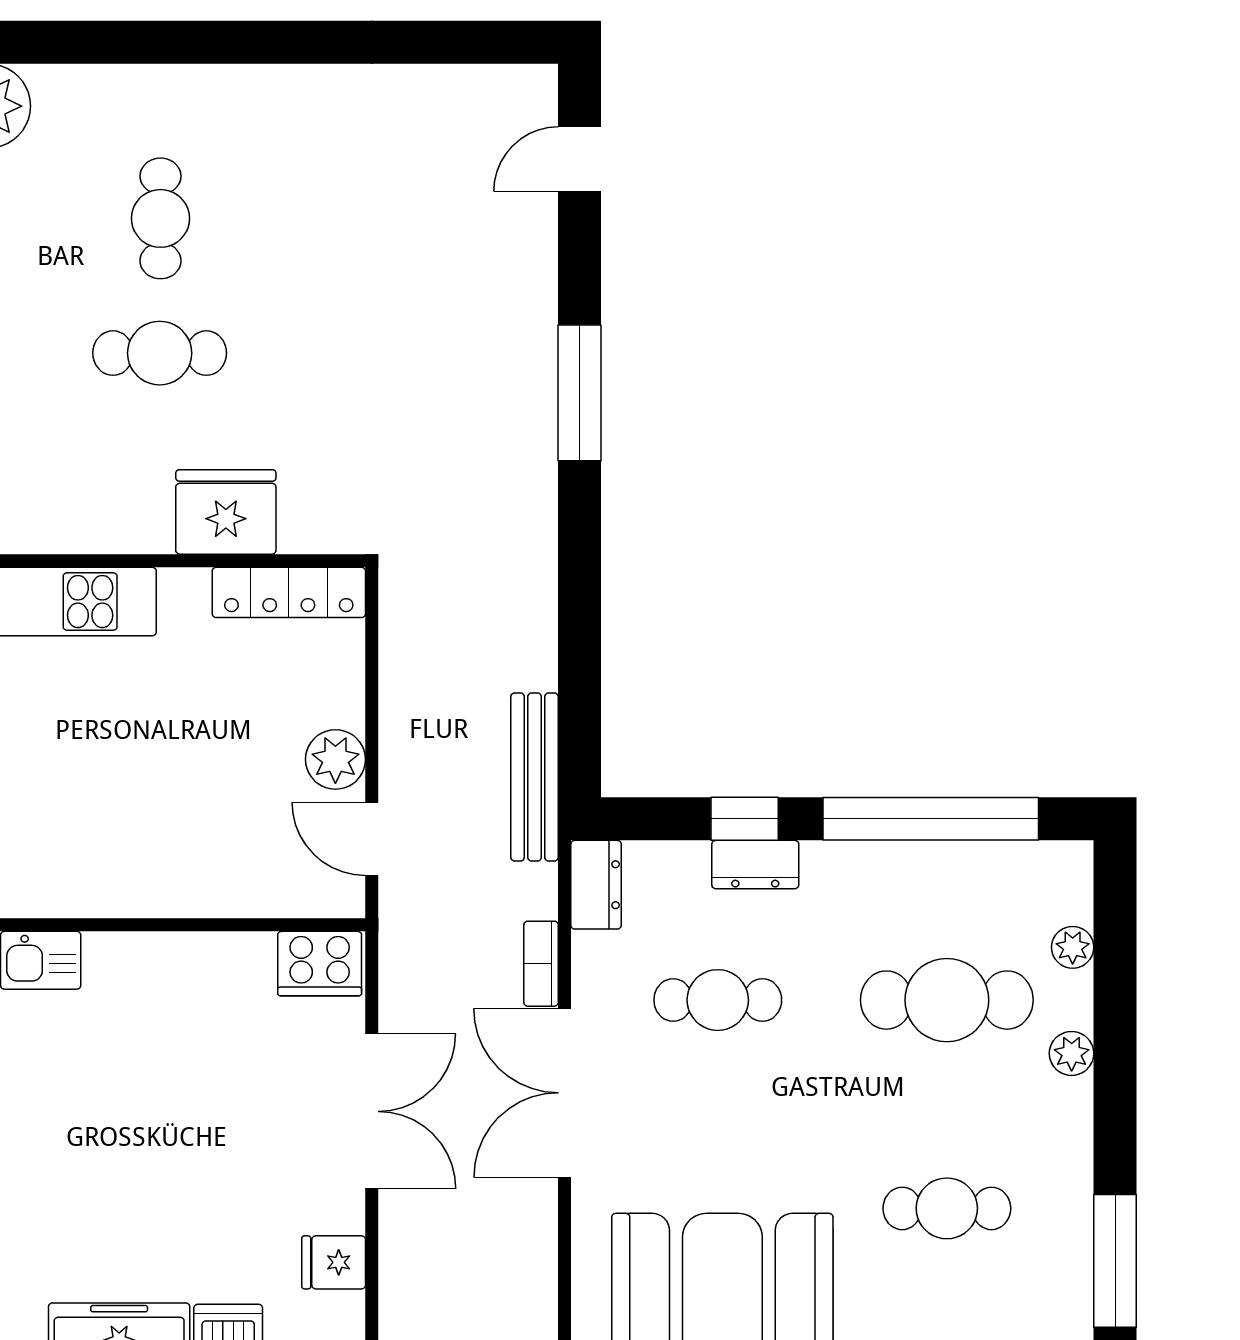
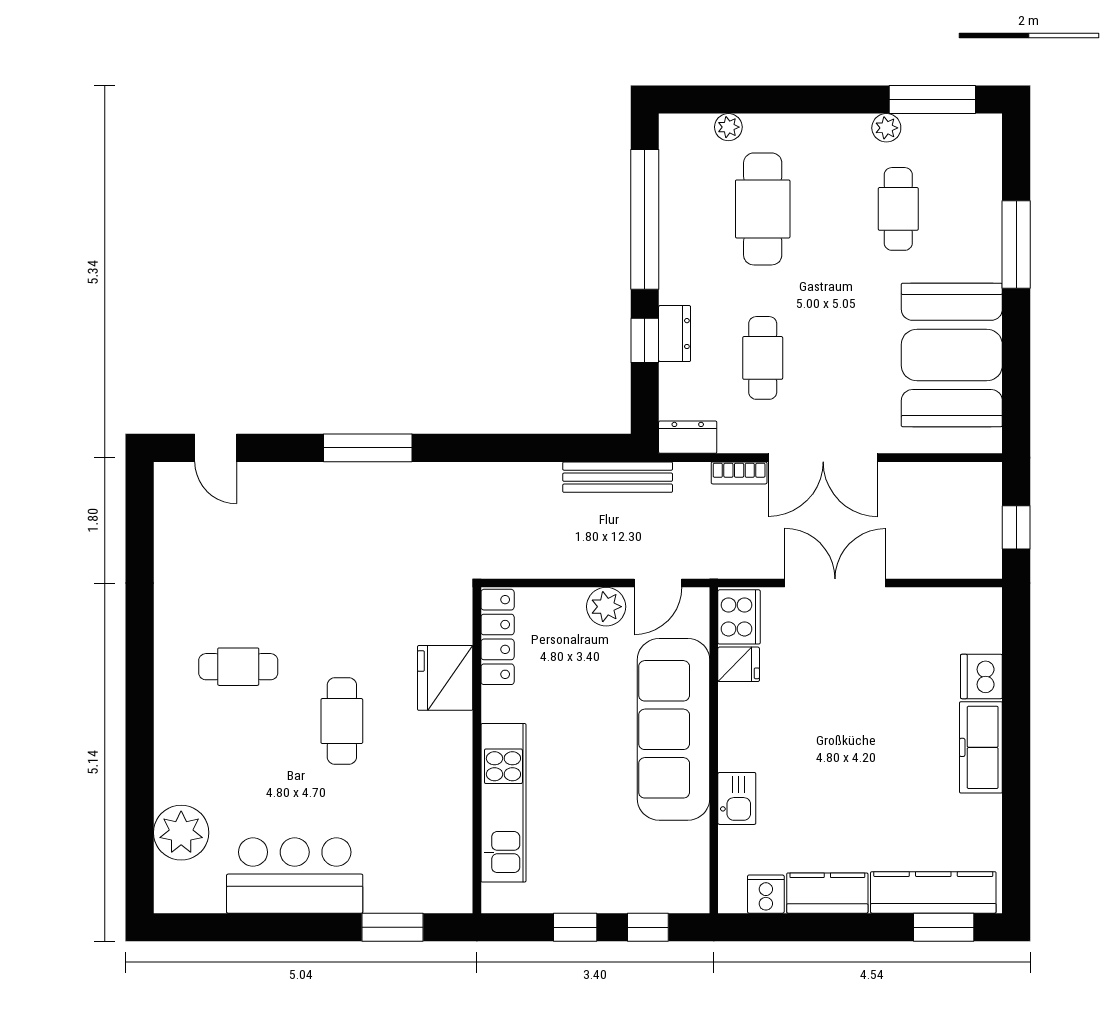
cafe table: (160, 218) -> (238, 667), moved
sofa: (147, 863) -> (673, 729), added
plant: (1072, 1053) -> (886, 128), moved
fridge: (334, 1262) -> (739, 664), moved, turned -90

